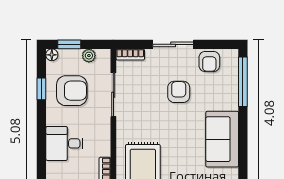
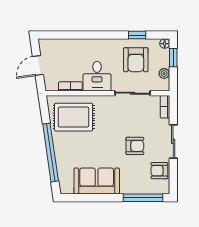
desk: (64, 143) -> (97, 76), moved, turned 180

